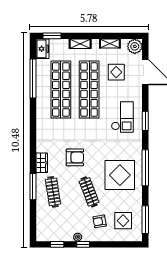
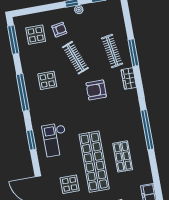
window: (33, 78) -> (147, 130), moved
shop shelf: (61, 89) -> (123, 156), width x0.50, depth x0.74
display table: (120, 175) -> (47, 80), width x0.54, depth x0.54

